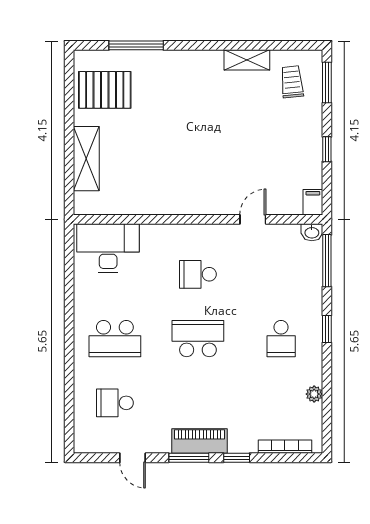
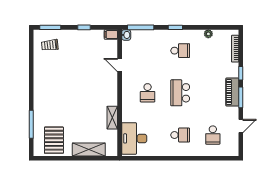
shelving: (247, 60) -> (112, 118), moved
school desk: (115, 339) -> (180, 135), width x0.54

